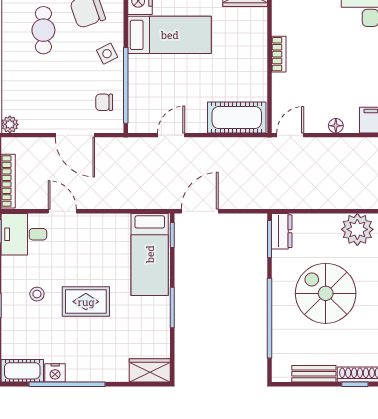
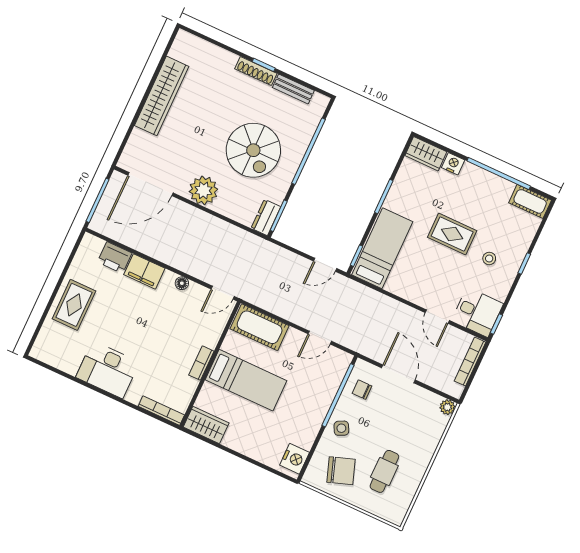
bed: (170, 35) -> (246, 380), moved, turned 180
chair: (104, 102) -> (362, 390), turned 180
door: (200, 211) -> (325, 265), width x0.73
nightstand: (55, 373) -> (453, 164), moved

